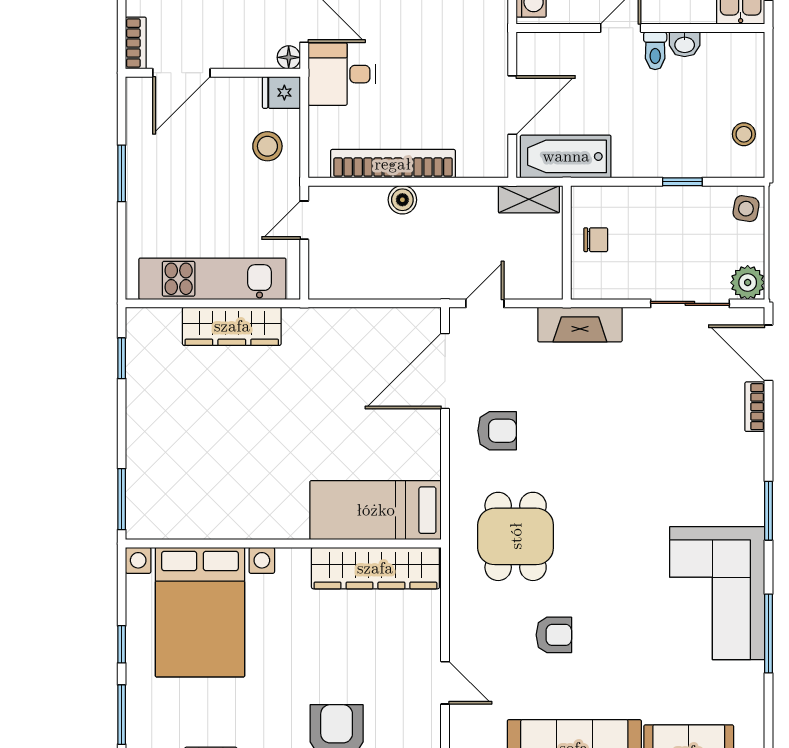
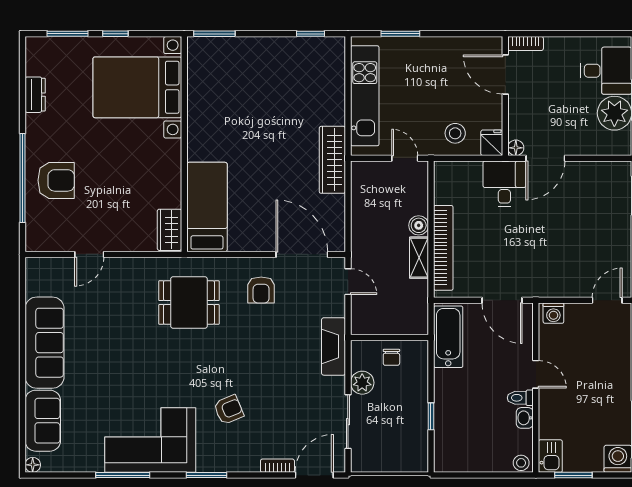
door: (512, 105) -> (502, 300), moved
stool: (744, 134) -> (521, 463), moved
bookcase: (393, 164) -> (443, 248), moved
window: (122, 173) -> (400, 34), moved
shelving: (529, 199) -> (419, 258), moved
side table: (746, 209) -> (413, 460), removed
plant: (748, 283) -> (362, 383), moved
wardrobe: (232, 326) -> (332, 160), moved
wardrobe: (375, 568) -> (169, 230), width x0.48, depth x0.85
armchair: (554, 635) -> (229, 410), moved, turned -113

